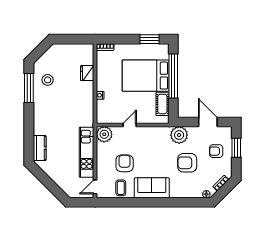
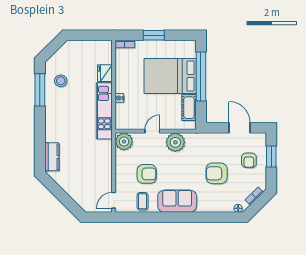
window: (149, 39) -> (154, 35), moved
plant: (179, 135) -> (175, 142), moved
armchair: (216, 151) -> (249, 160), turned -90
kitchen unit: (87, 152) -> (104, 111), moved
armchair: (125, 163) -> (147, 174), turned 90

